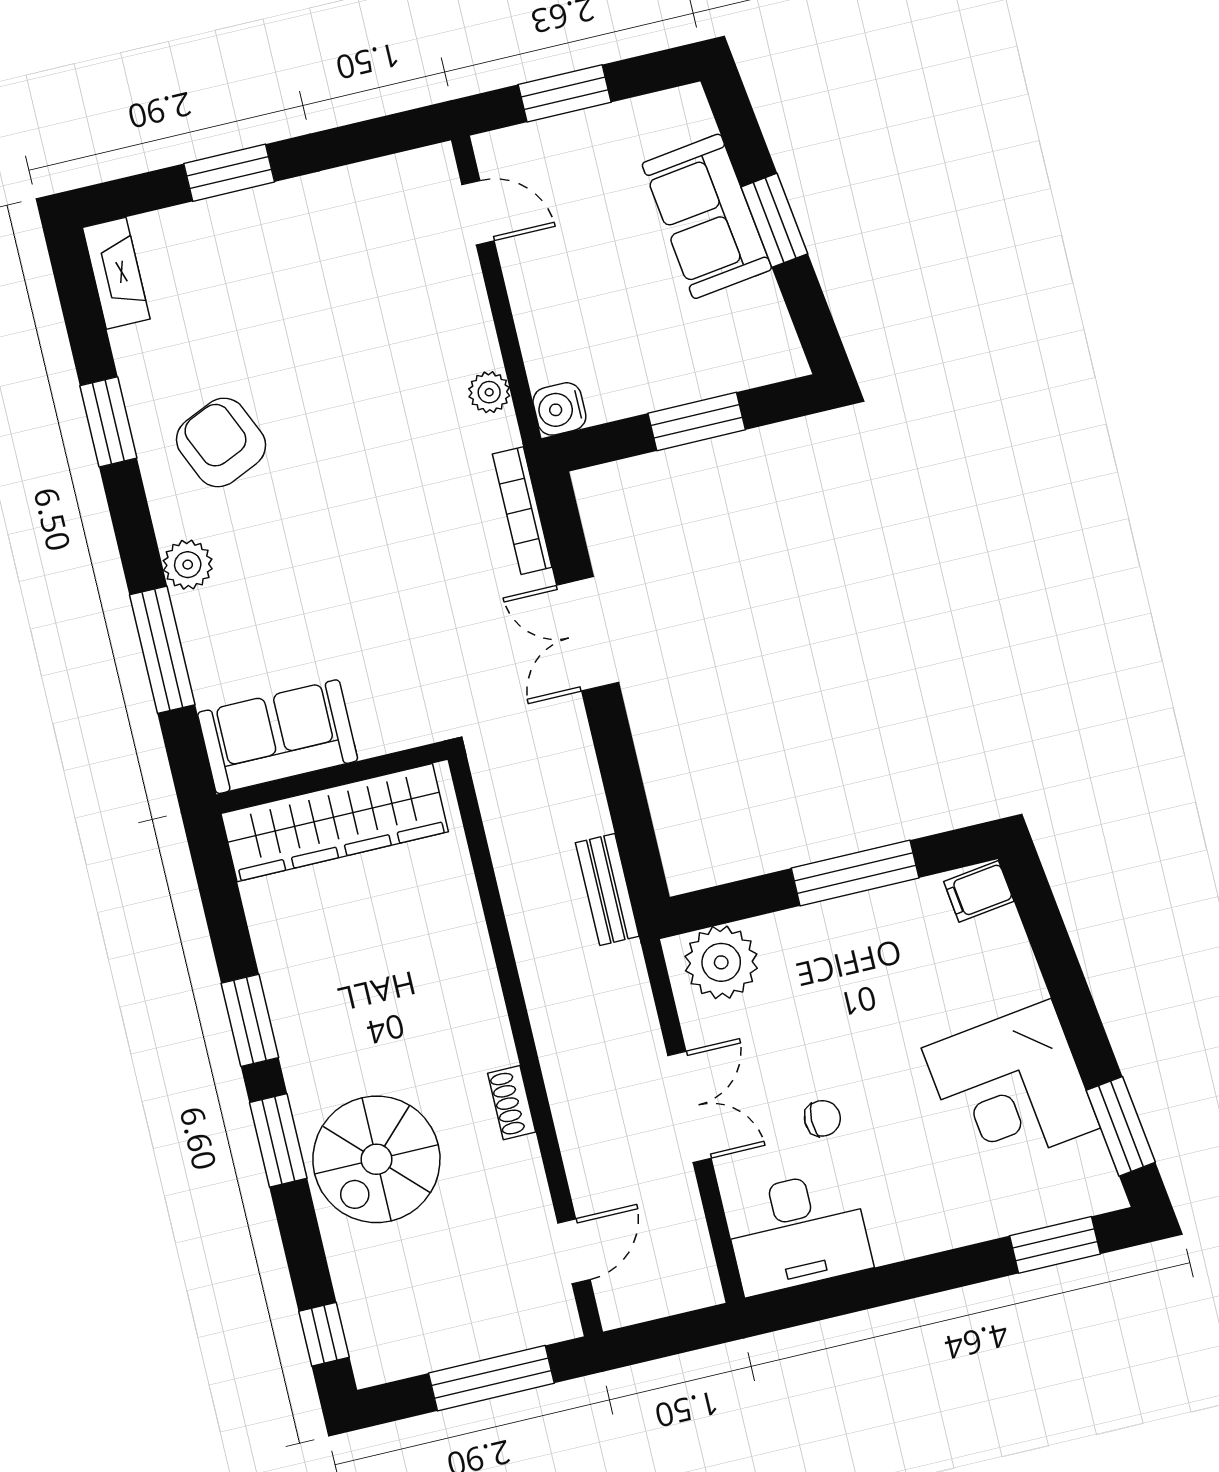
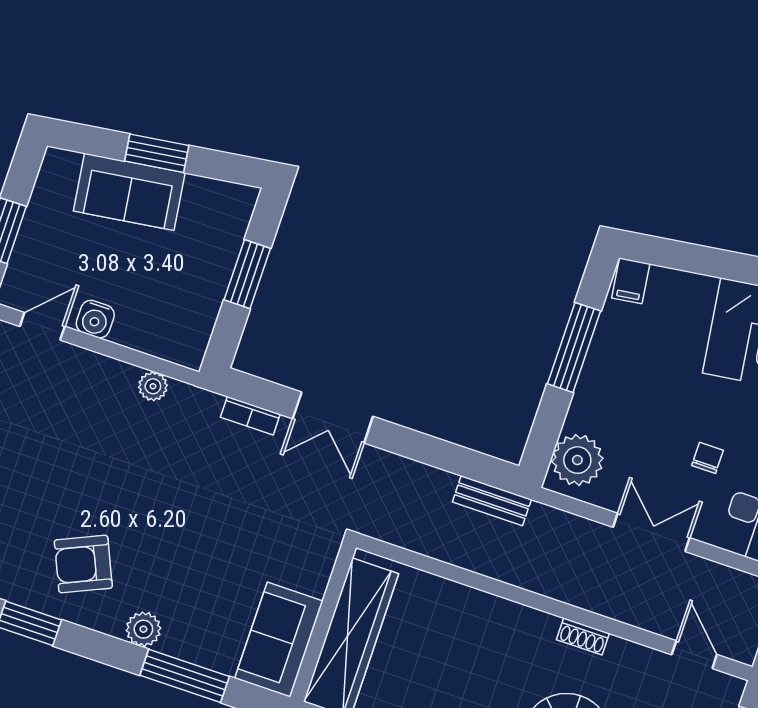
water cooler: (559, 409) -> (95, 319), moved
bookcase: (522, 511) -> (250, 416), width x0.64

